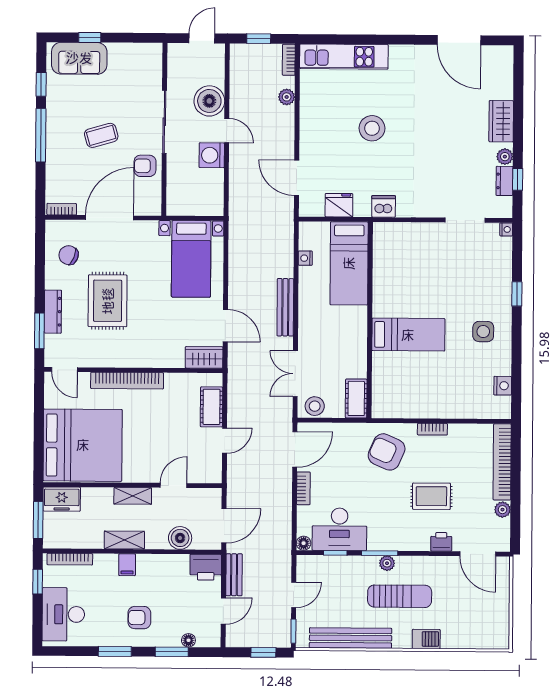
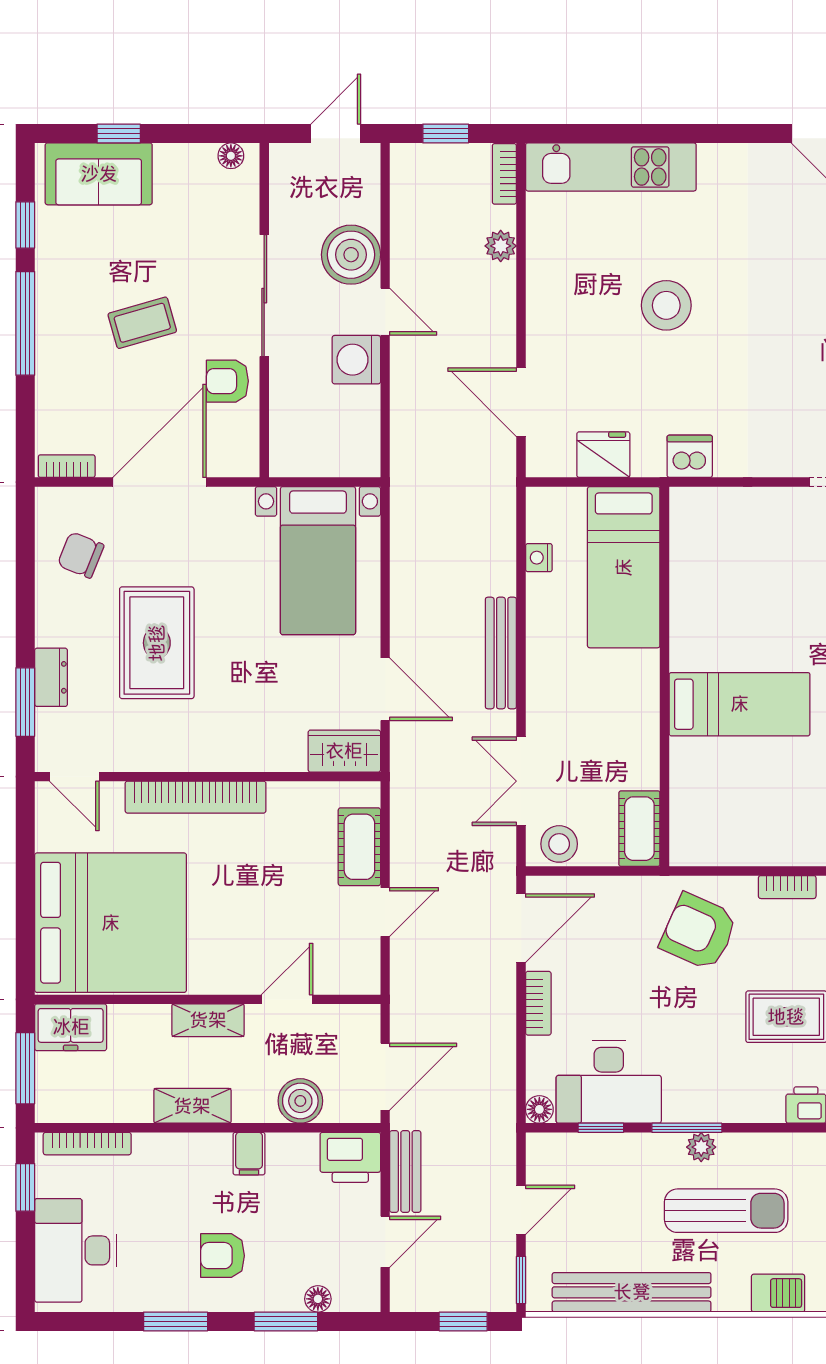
floor lamp: (148, 49) -> (231, 156), added
dresser: (53, 312) -> (51, 677), width x0.70
filing cabinet: (127, 565) -> (249, 1154), moved

